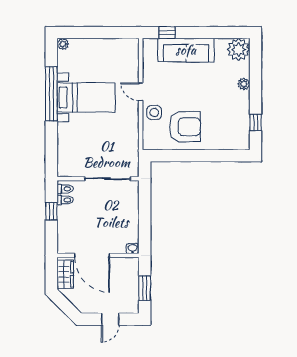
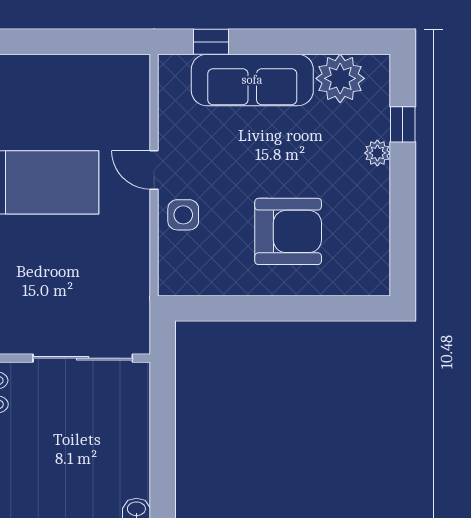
plant: (239, 49) -> (340, 78), moved
window: (255, 122) -> (403, 124), moved
armchair: (185, 127) -> (288, 231), moved

